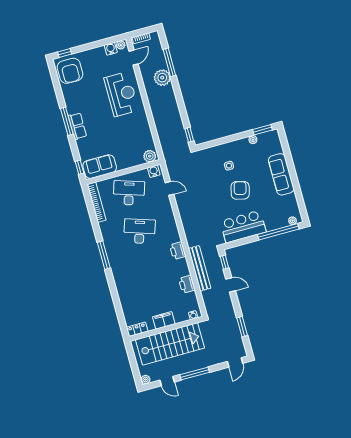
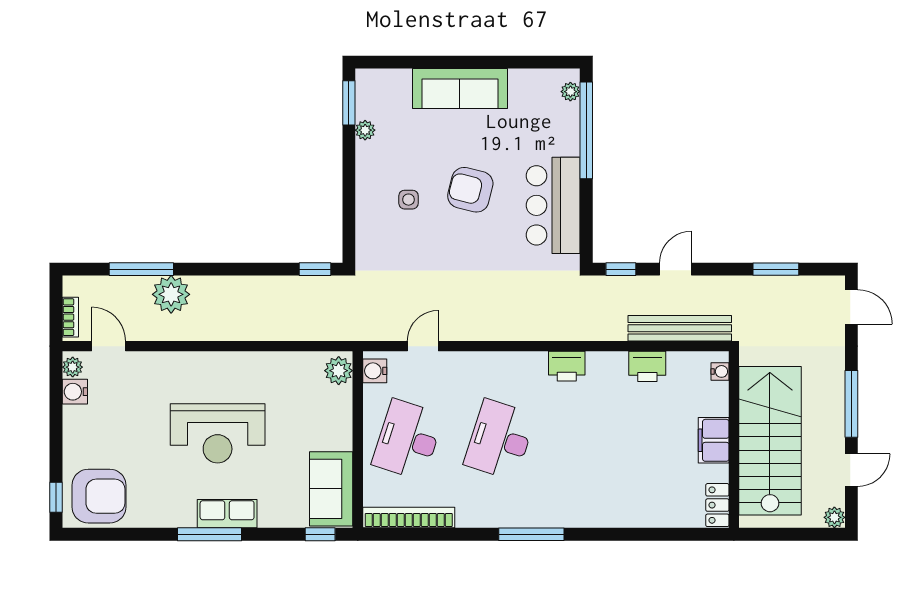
reception desk: (121, 94) -> (218, 433), moved, turned 180
bench: (200, 268) -> (680, 328), moved

